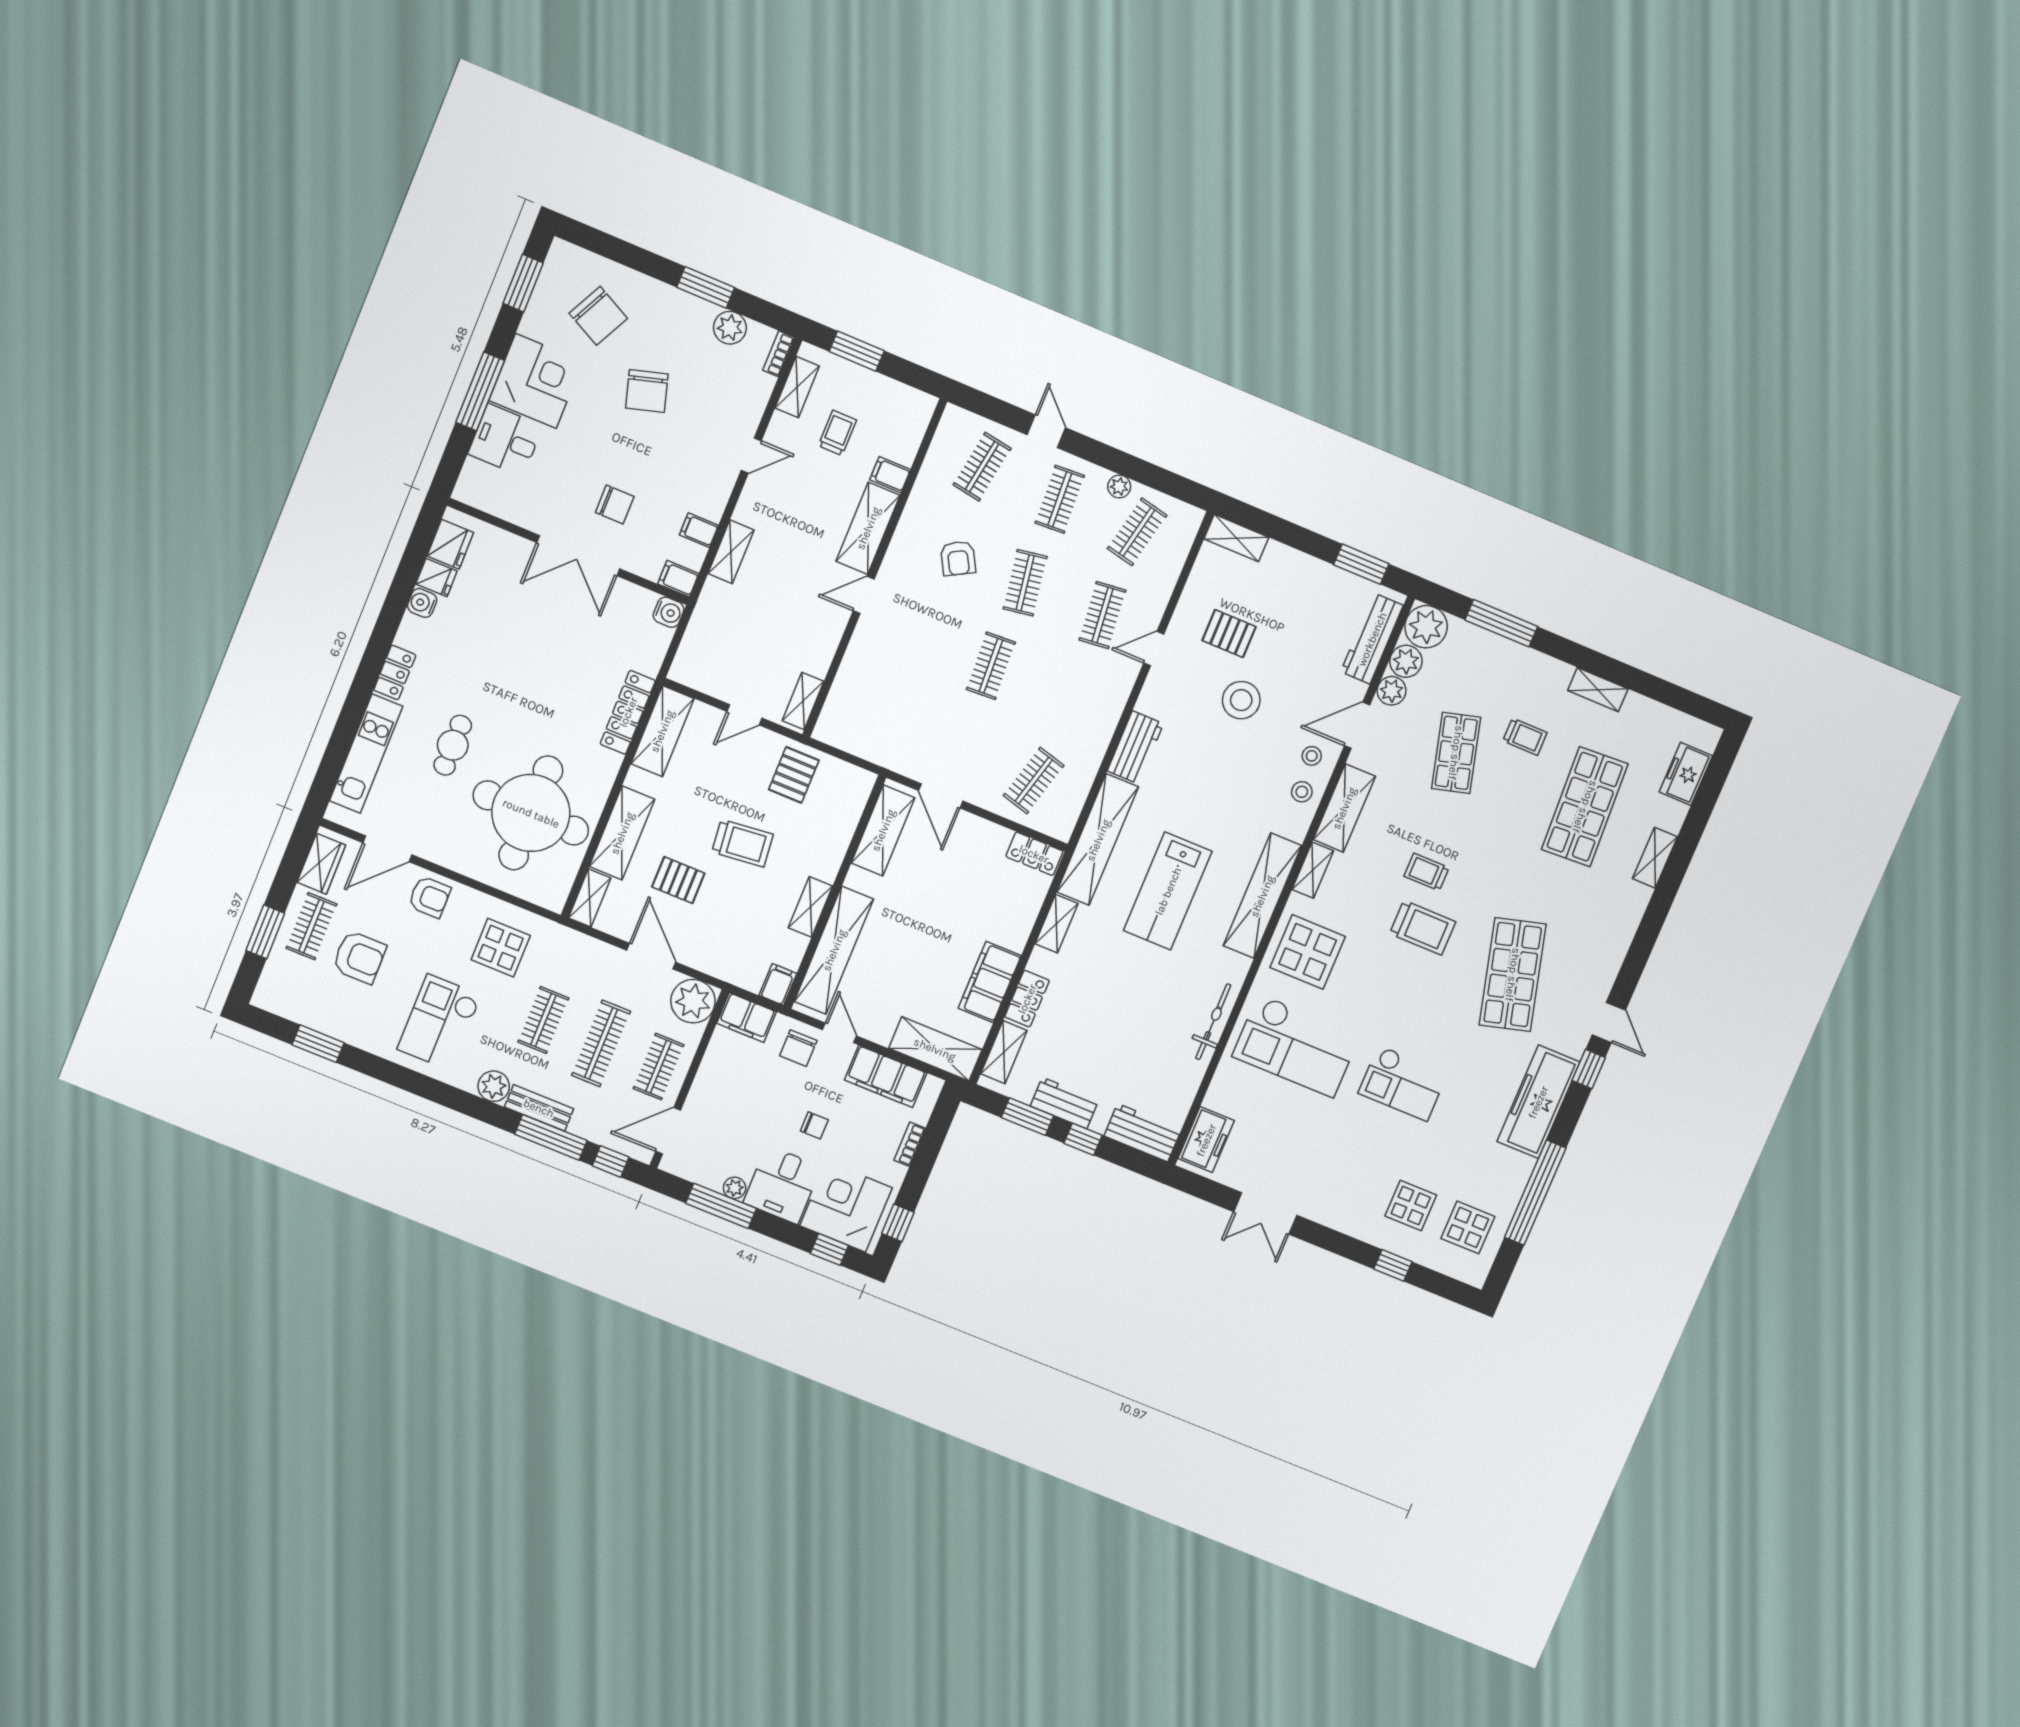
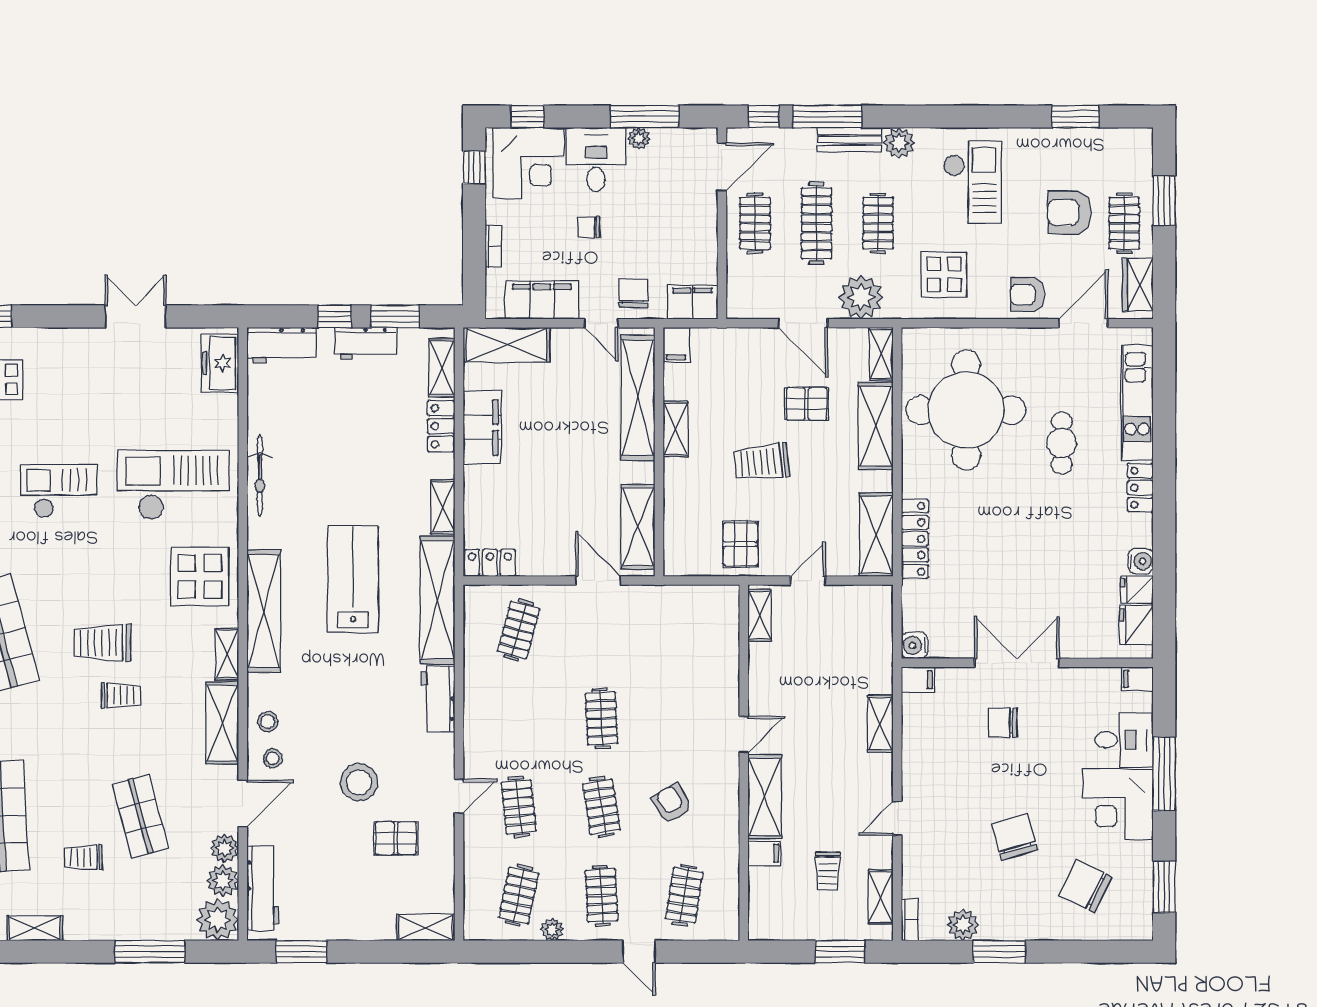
filing cabinet: (699, 530) -> (1137, 679), moved, turned 180
plant: (693, 1001) -> (861, 297), moved

